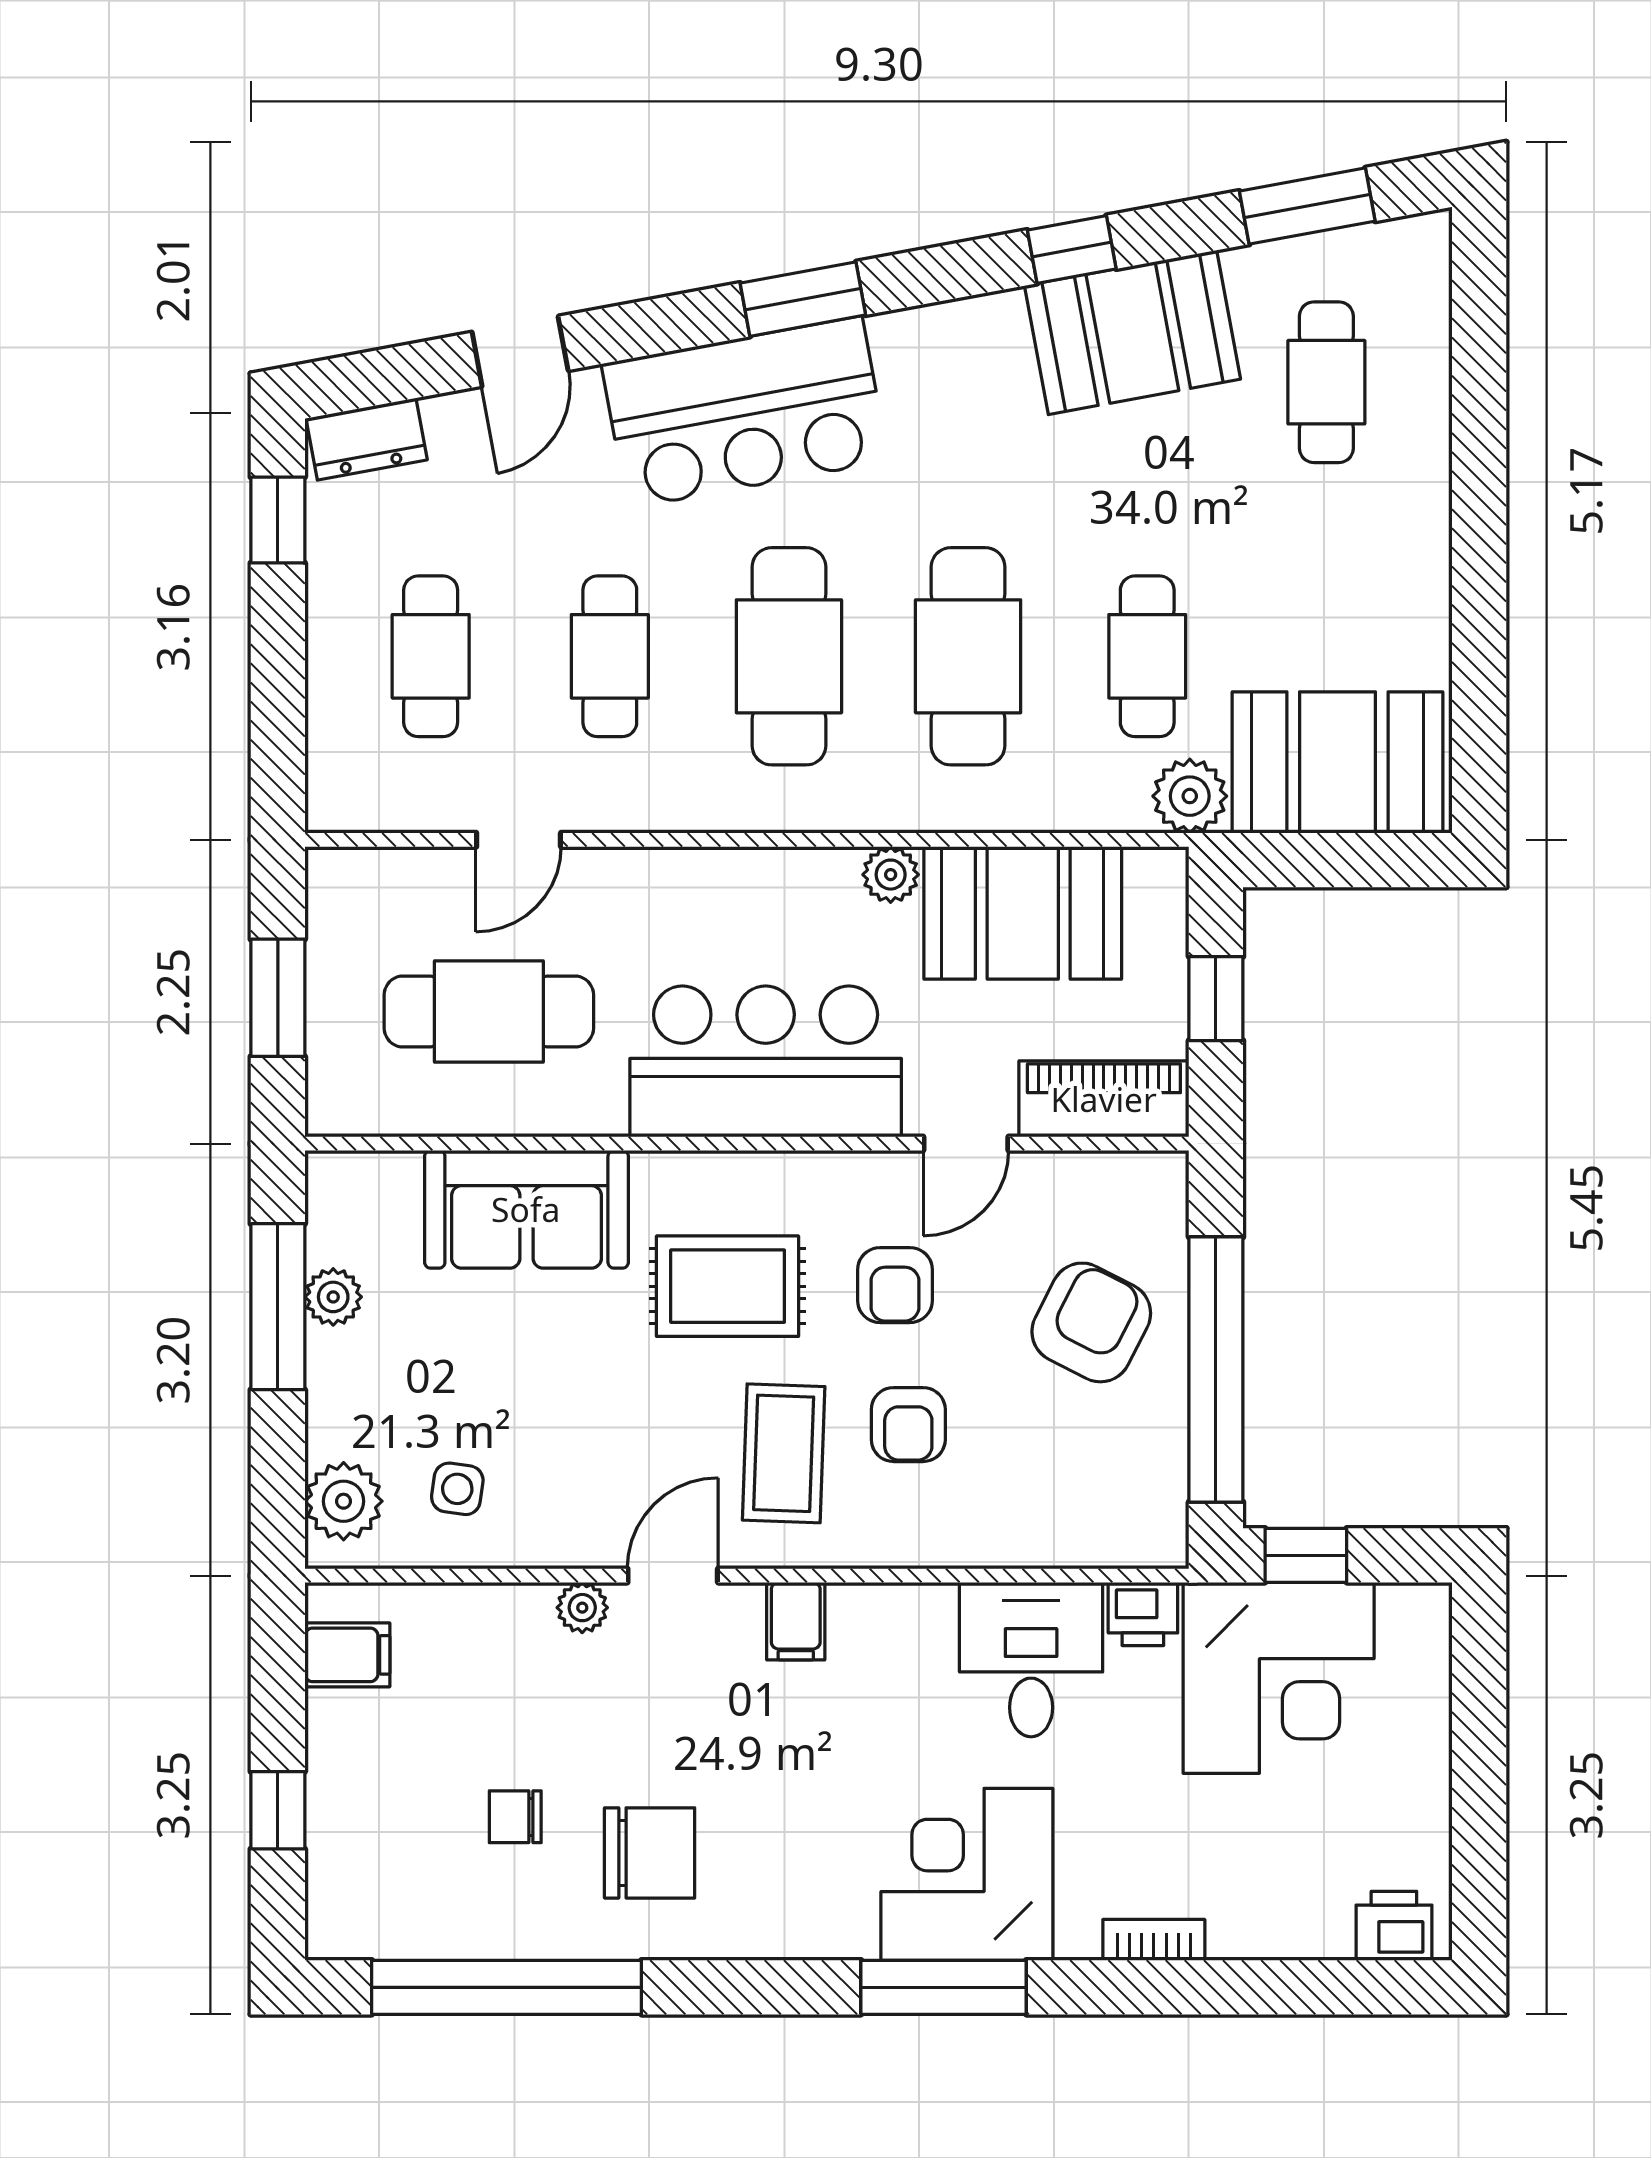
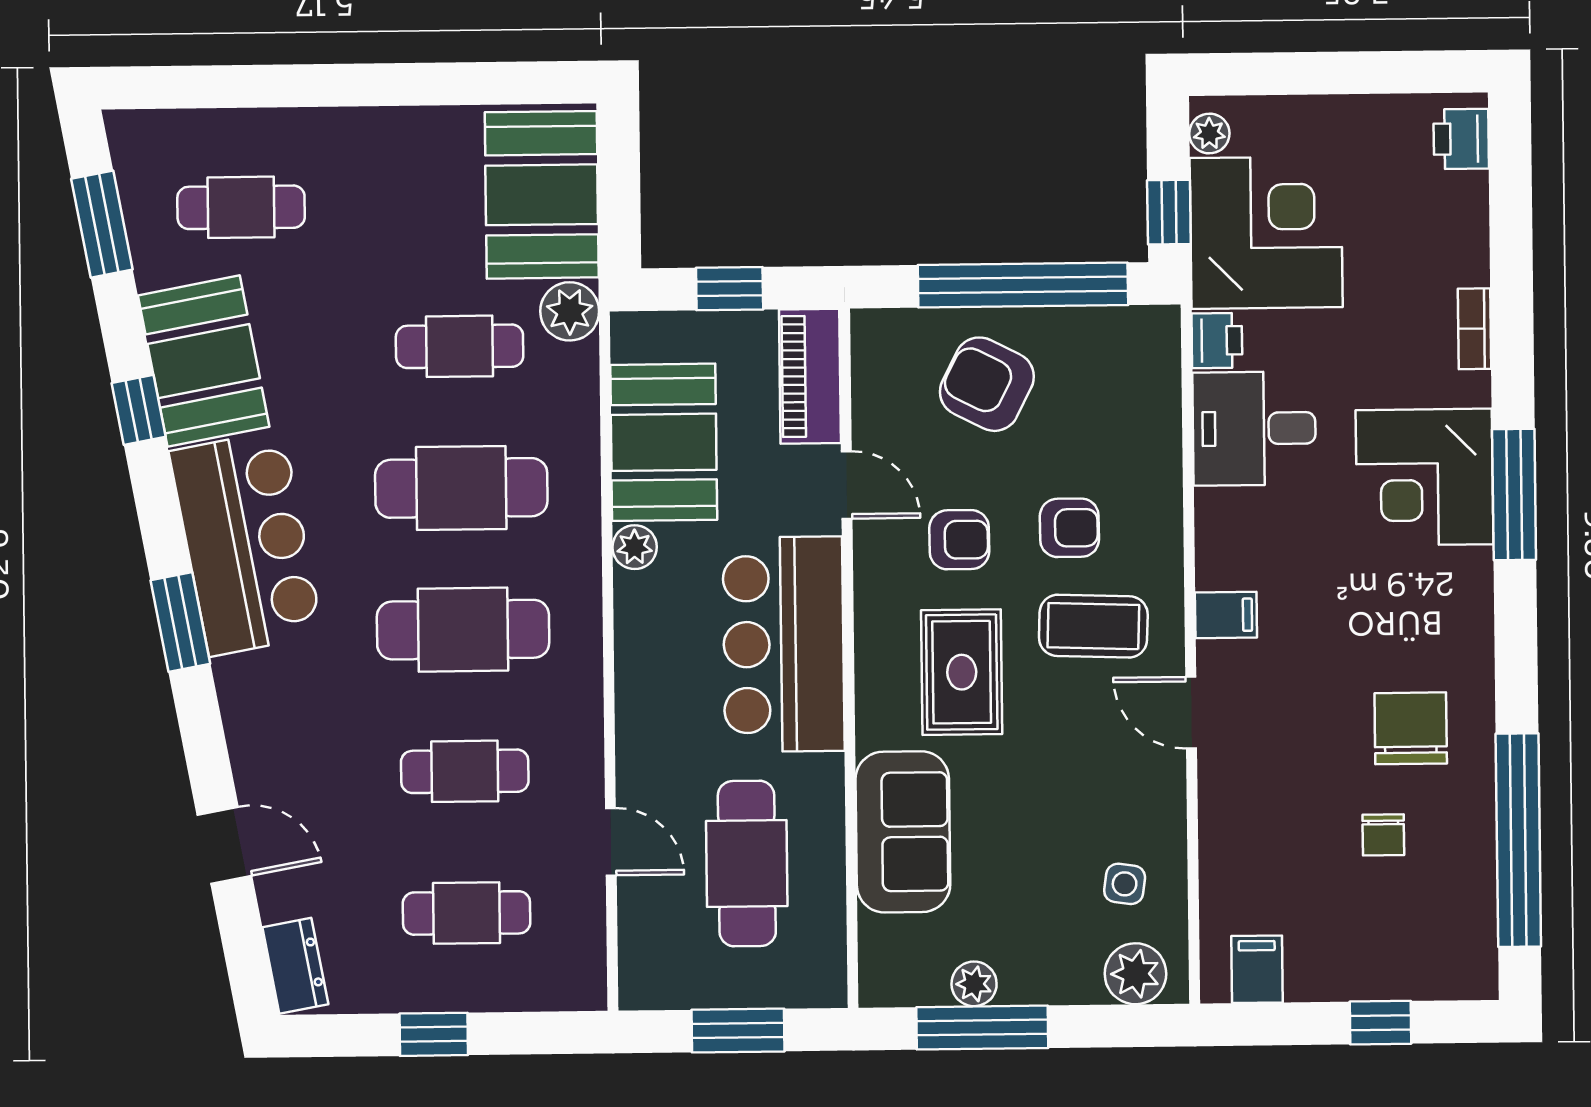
bar counter: (745, 412) -> (246, 543), moved
window: (278, 520) -> (434, 1034), moved
plant: (582, 1608) -> (1209, 134), moved

